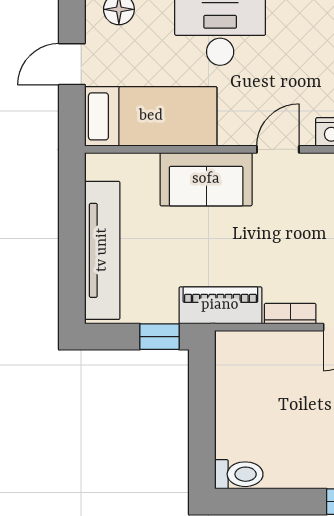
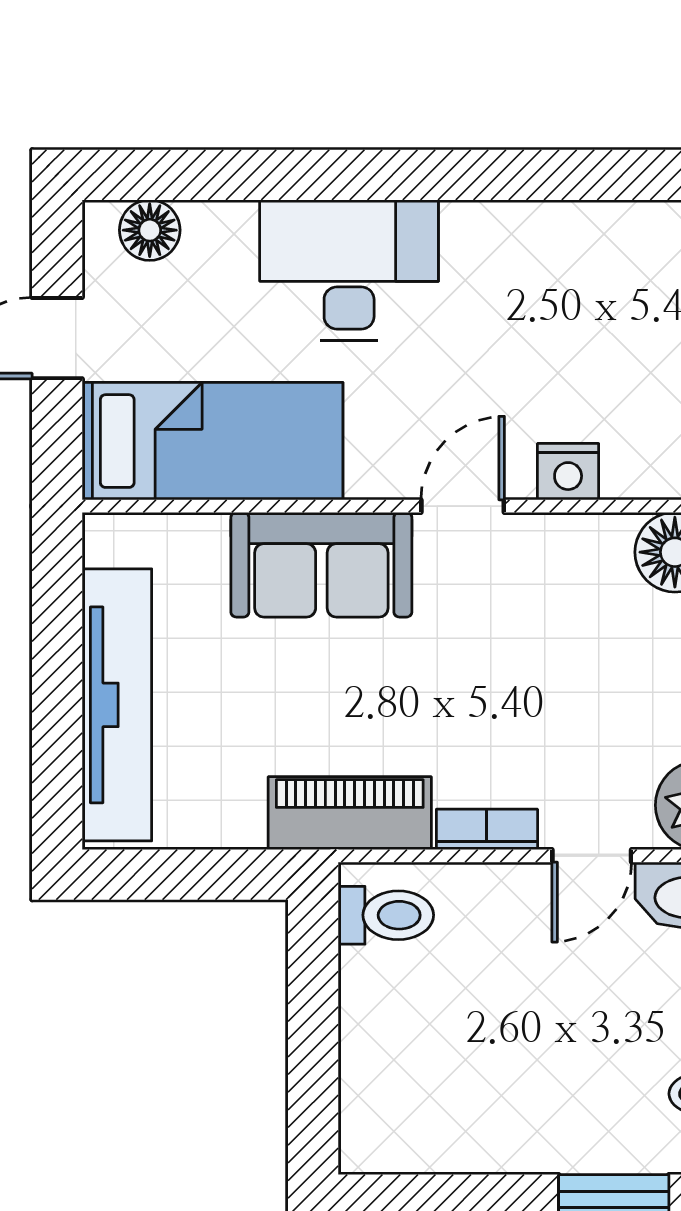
window: (159, 337) -> (230, 875), removed
toilet: (239, 474) -> (386, 915), moved

